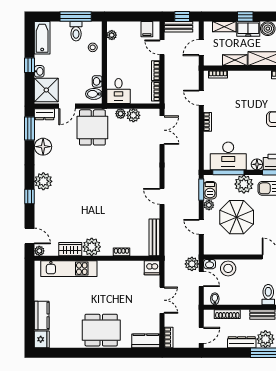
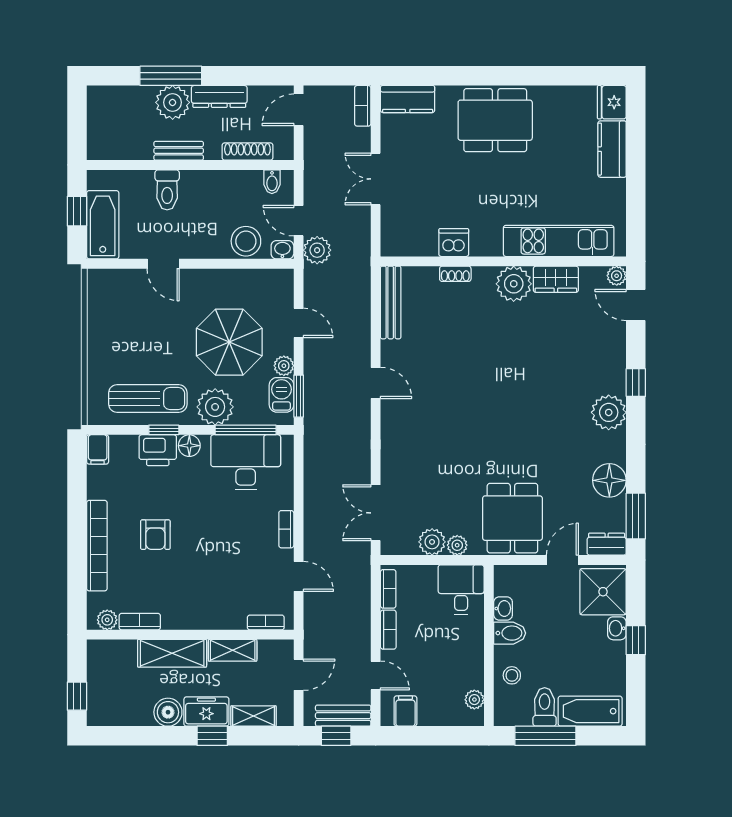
bathtub: (42, 38) -> (590, 711), moved, turned 90
bidet: (94, 94) -> (510, 633), moved
dishwasher: (152, 268) -> (454, 243), moved

